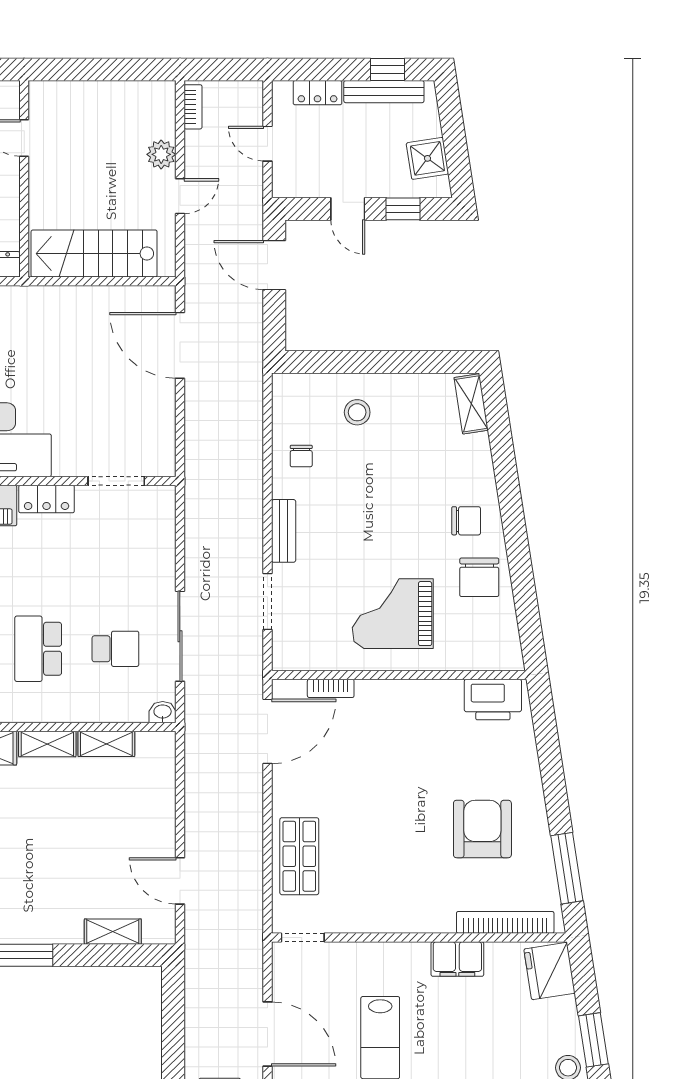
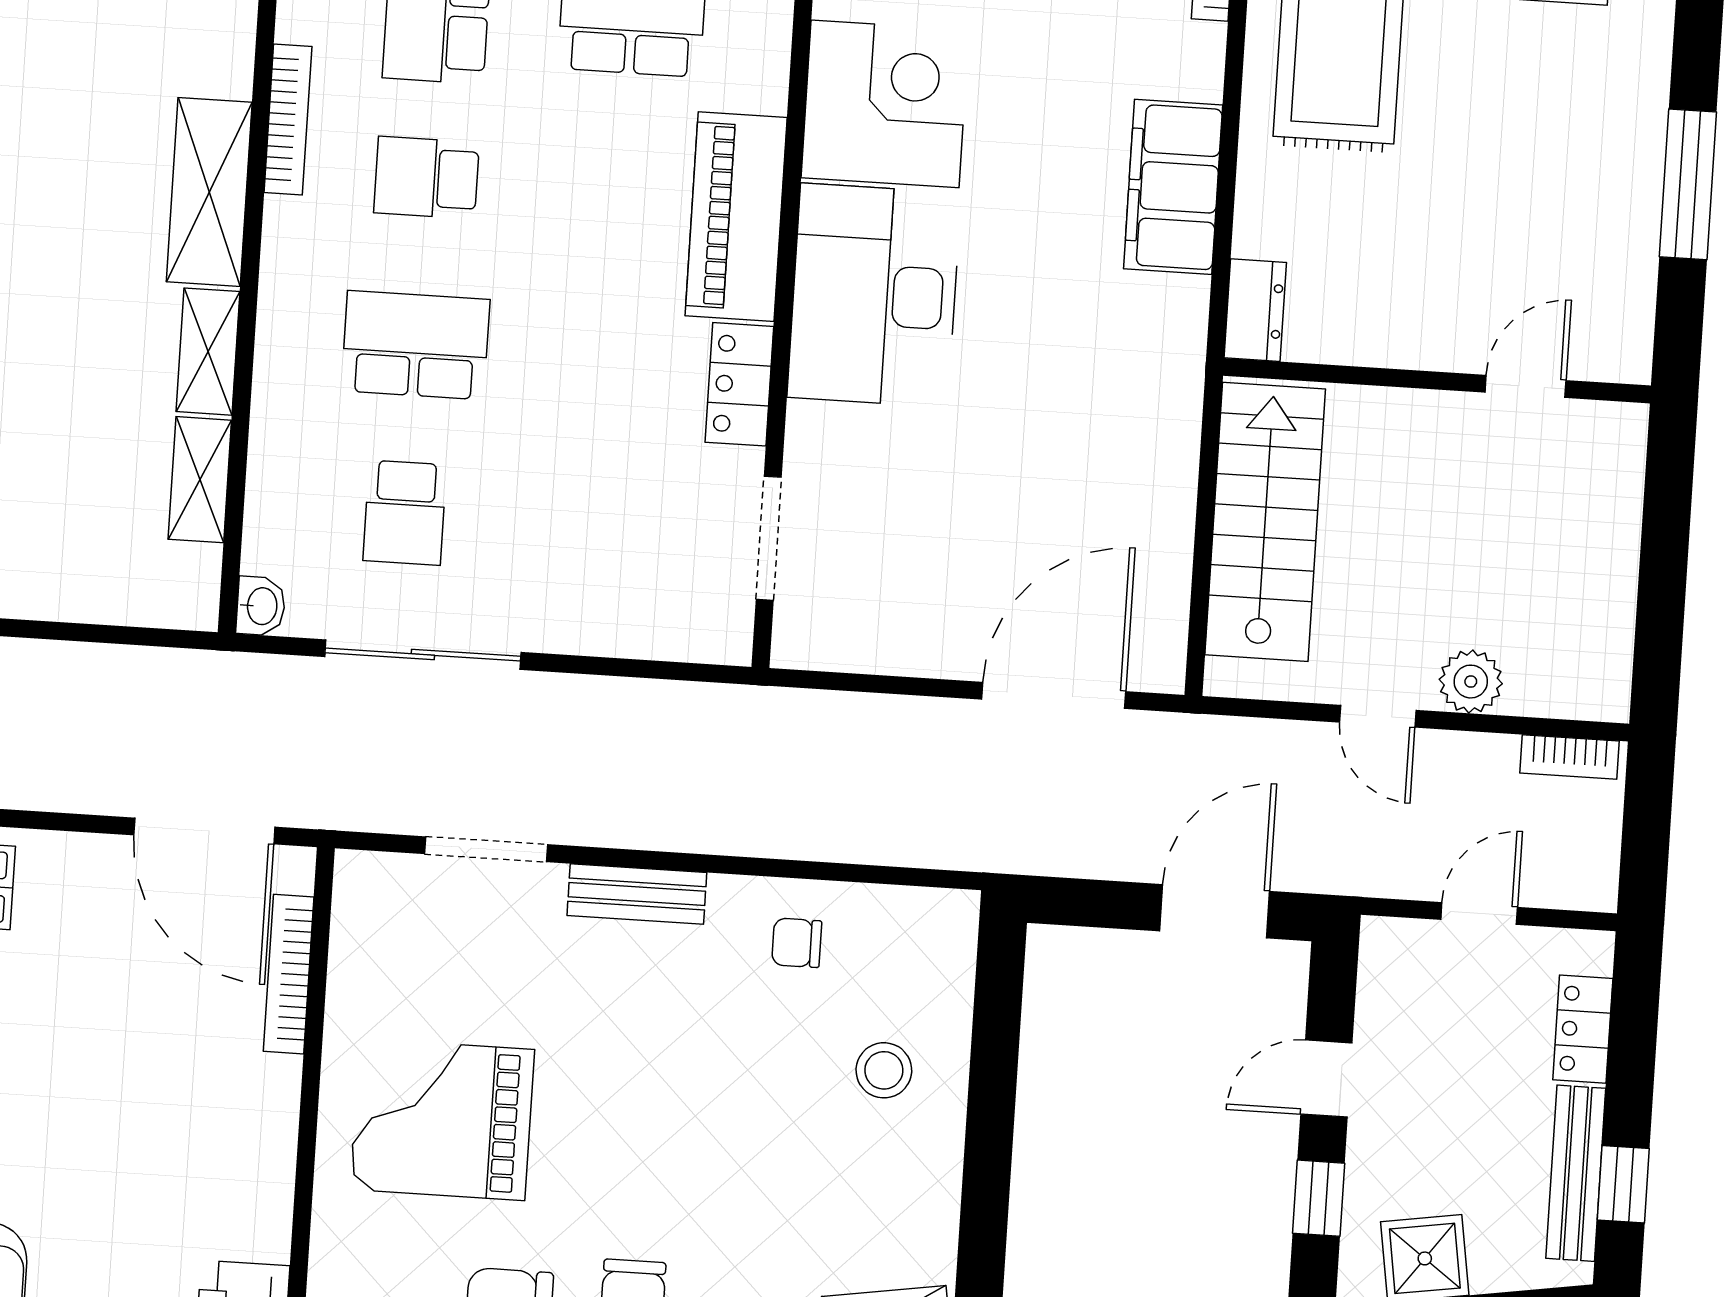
grand piano: (393, 614) -> (442, 1119), turned -90
bookcase: (331, 688) -> (289, 974), width x1.56

